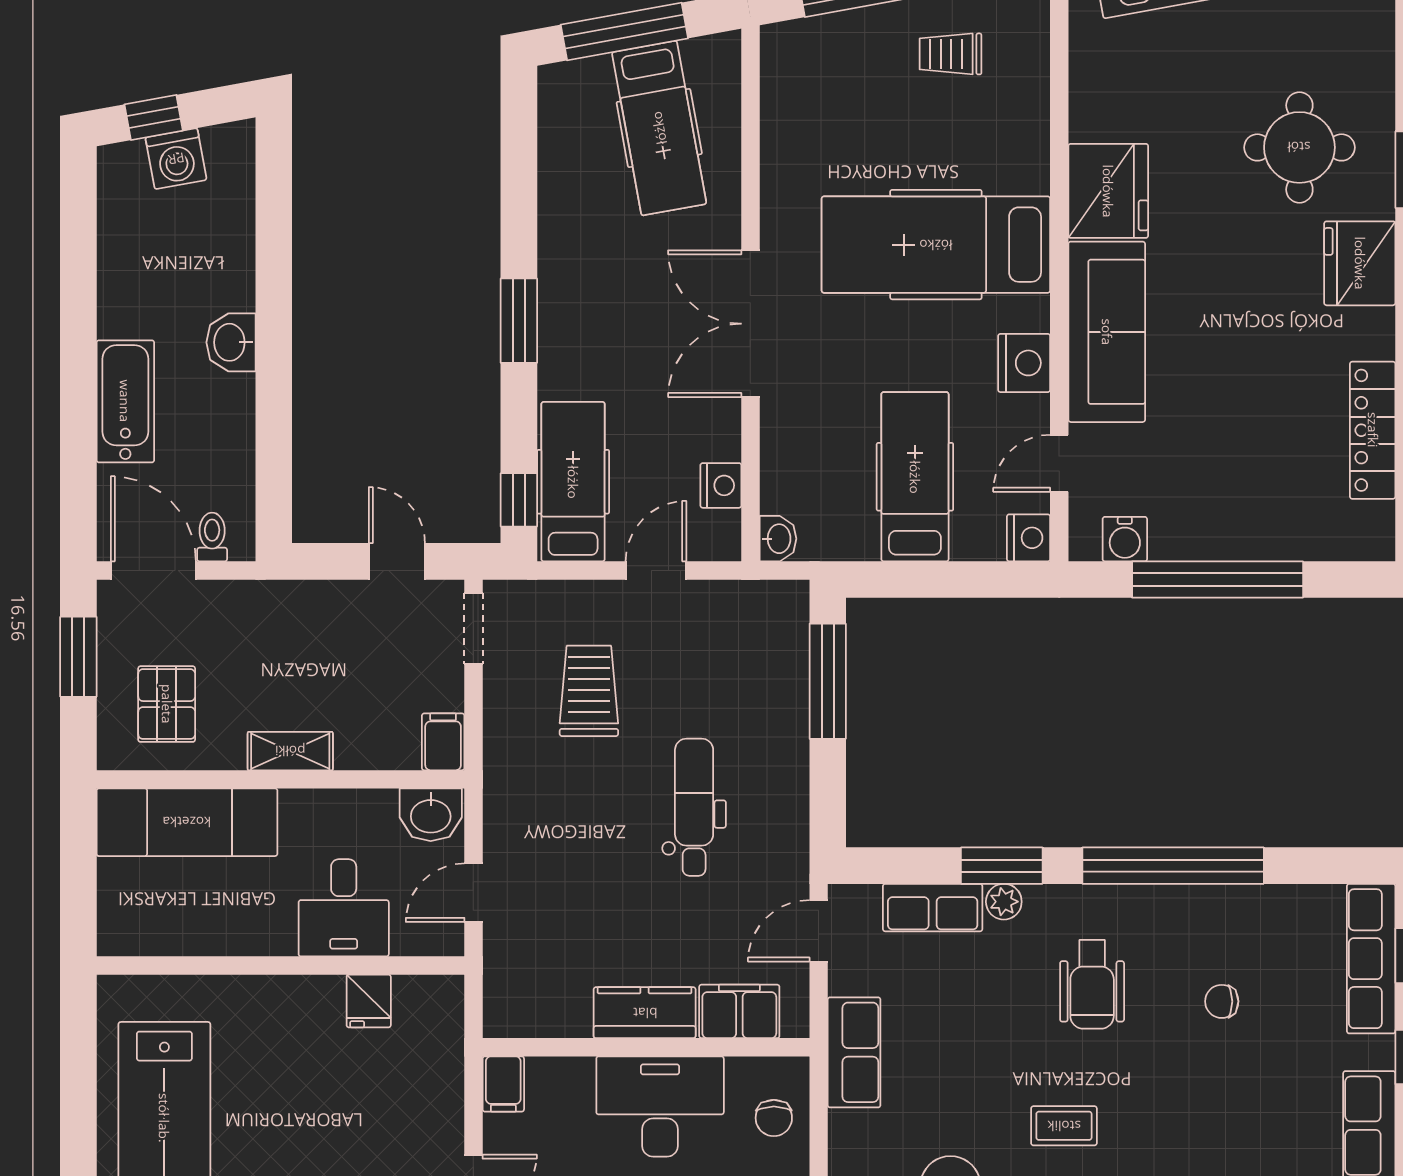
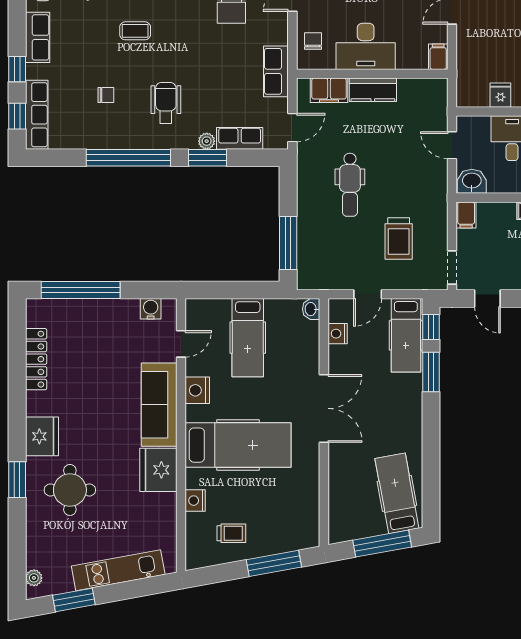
hospital bed: (659, 128) -> (397, 493), moved
window: (519, 321) -> (431, 372), moved
nightstand: (1029, 538) -> (195, 501), moved
window: (1218, 580) -> (81, 290), moved
door: (473, 893) -> (452, 145), swing flipped
coffee table: (1064, 1126) -> (135, 31), moved

